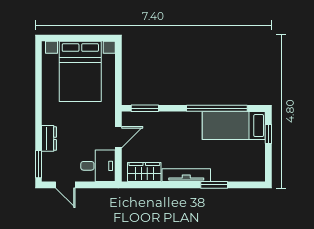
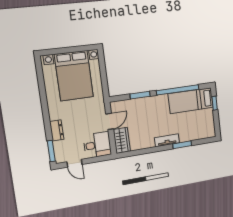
window: (145, 108) -> (140, 95), moved
wardrobe: (144, 172) -> (122, 140), moved, turned 90
tv unit: (186, 175) -> (167, 140), width x0.71

